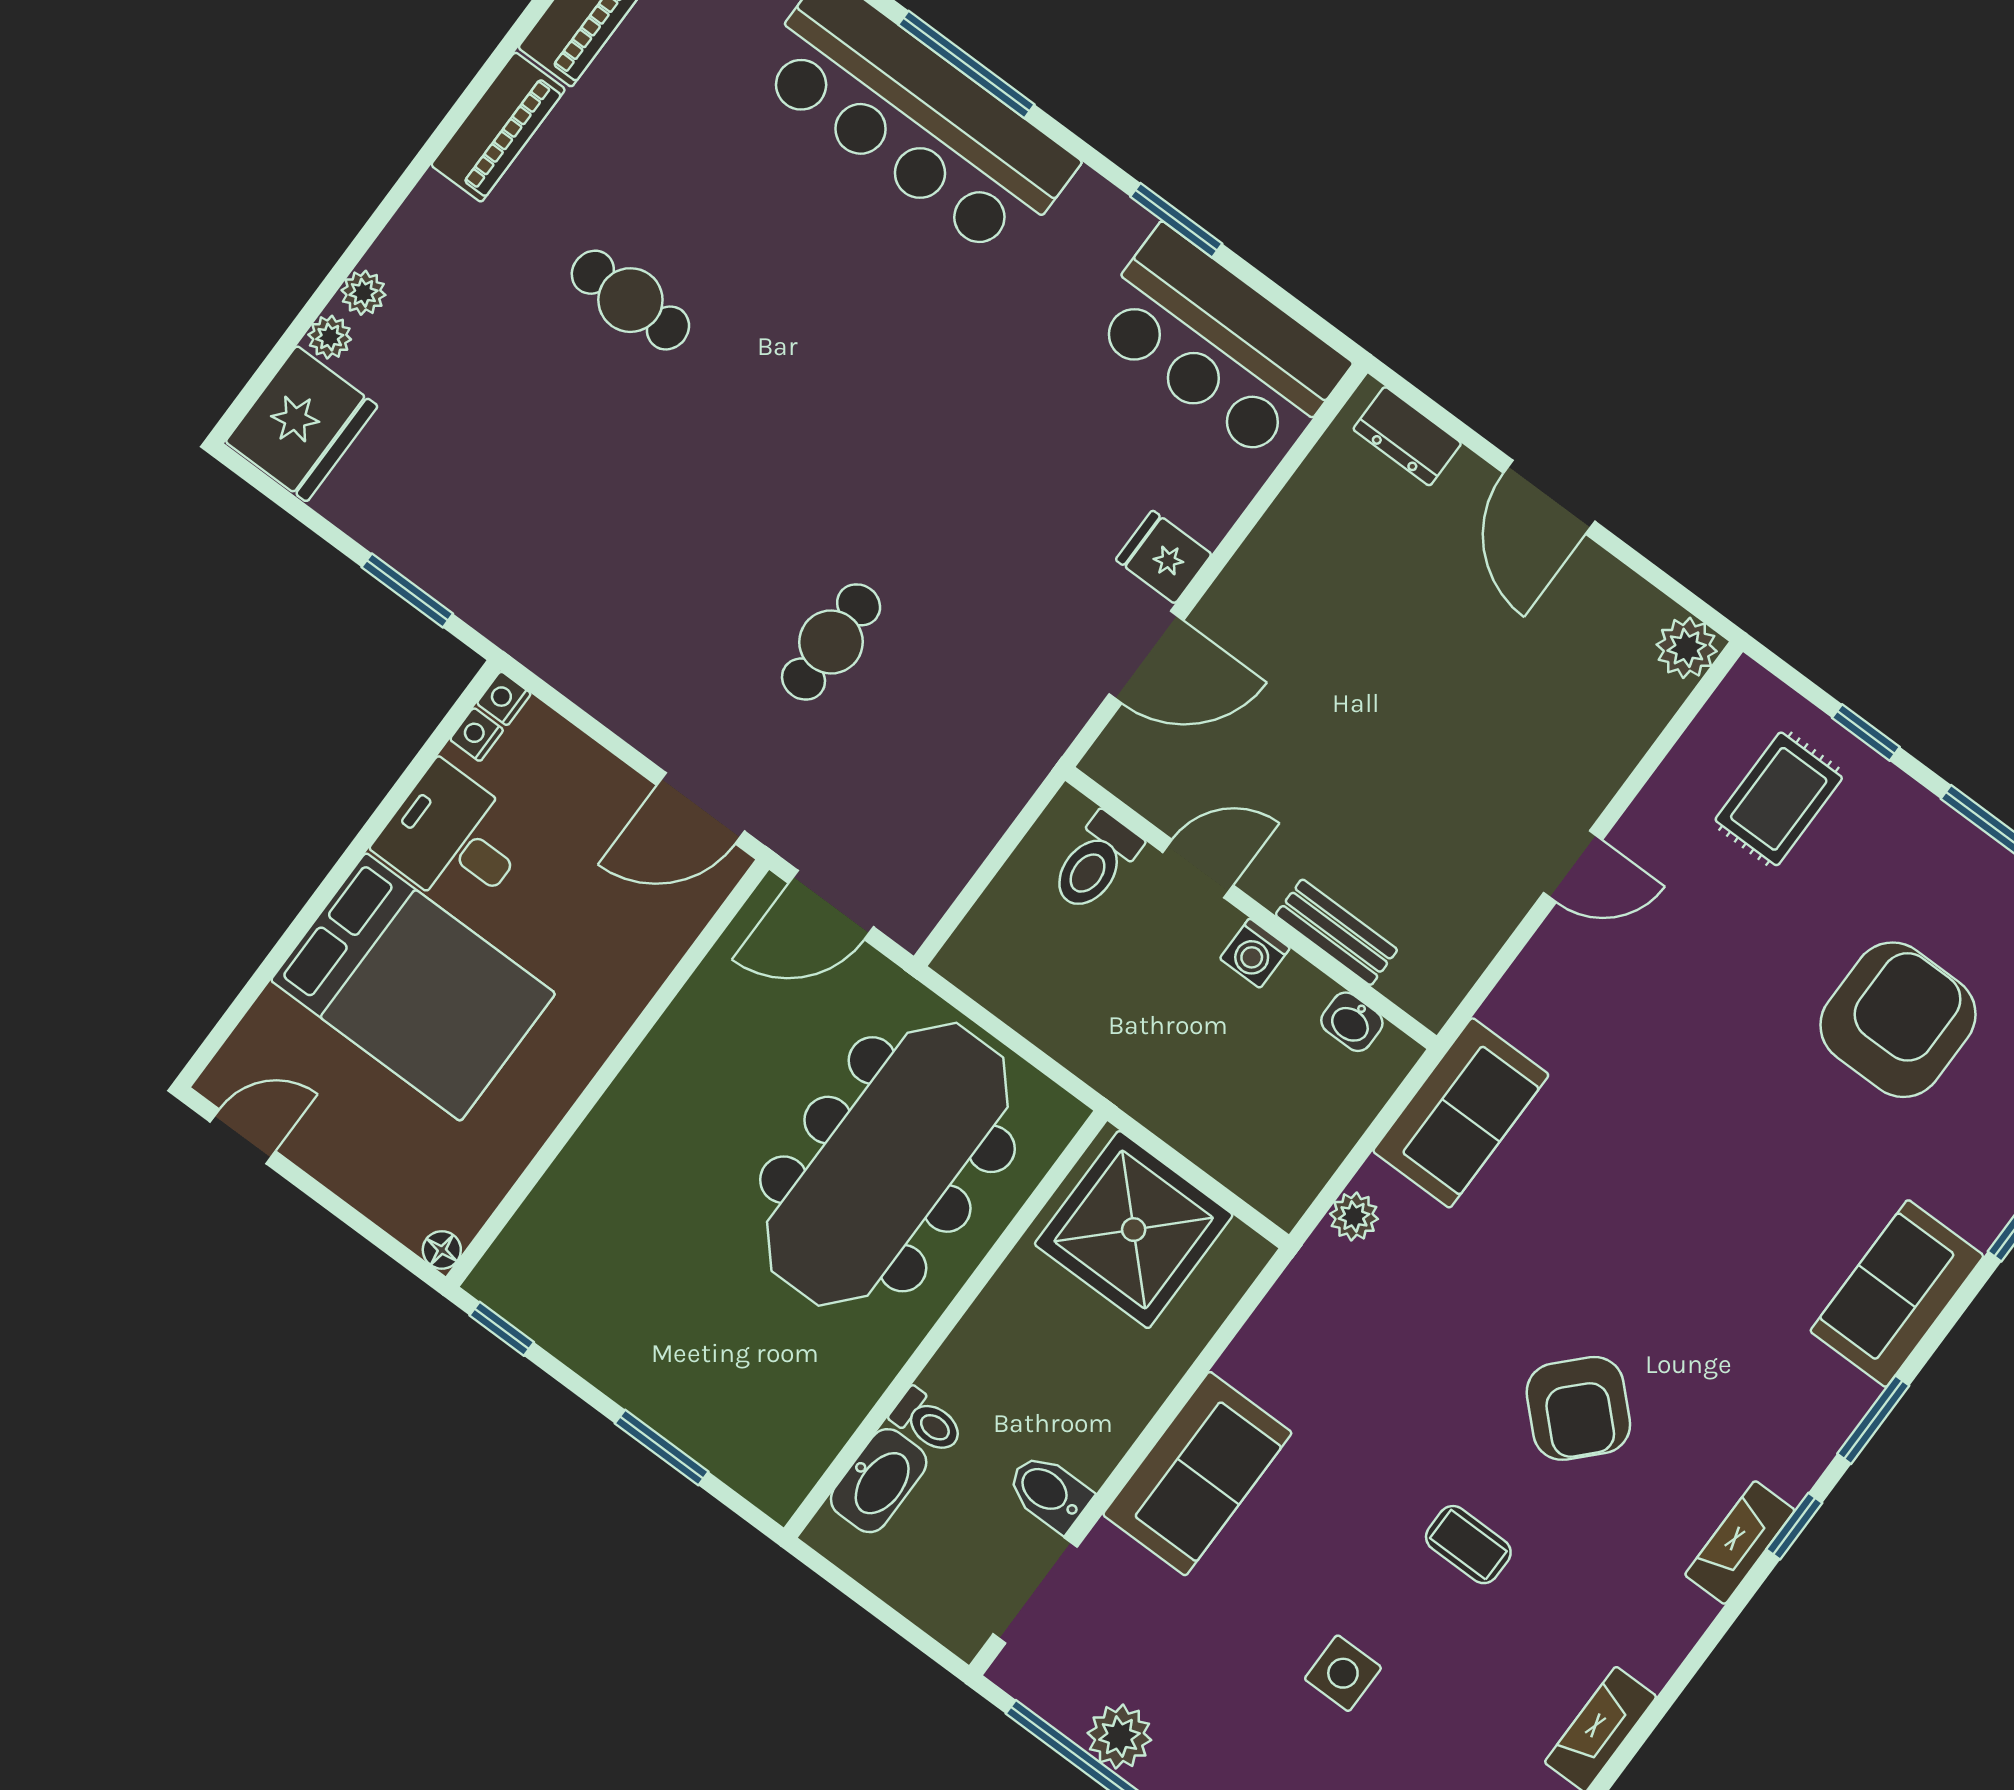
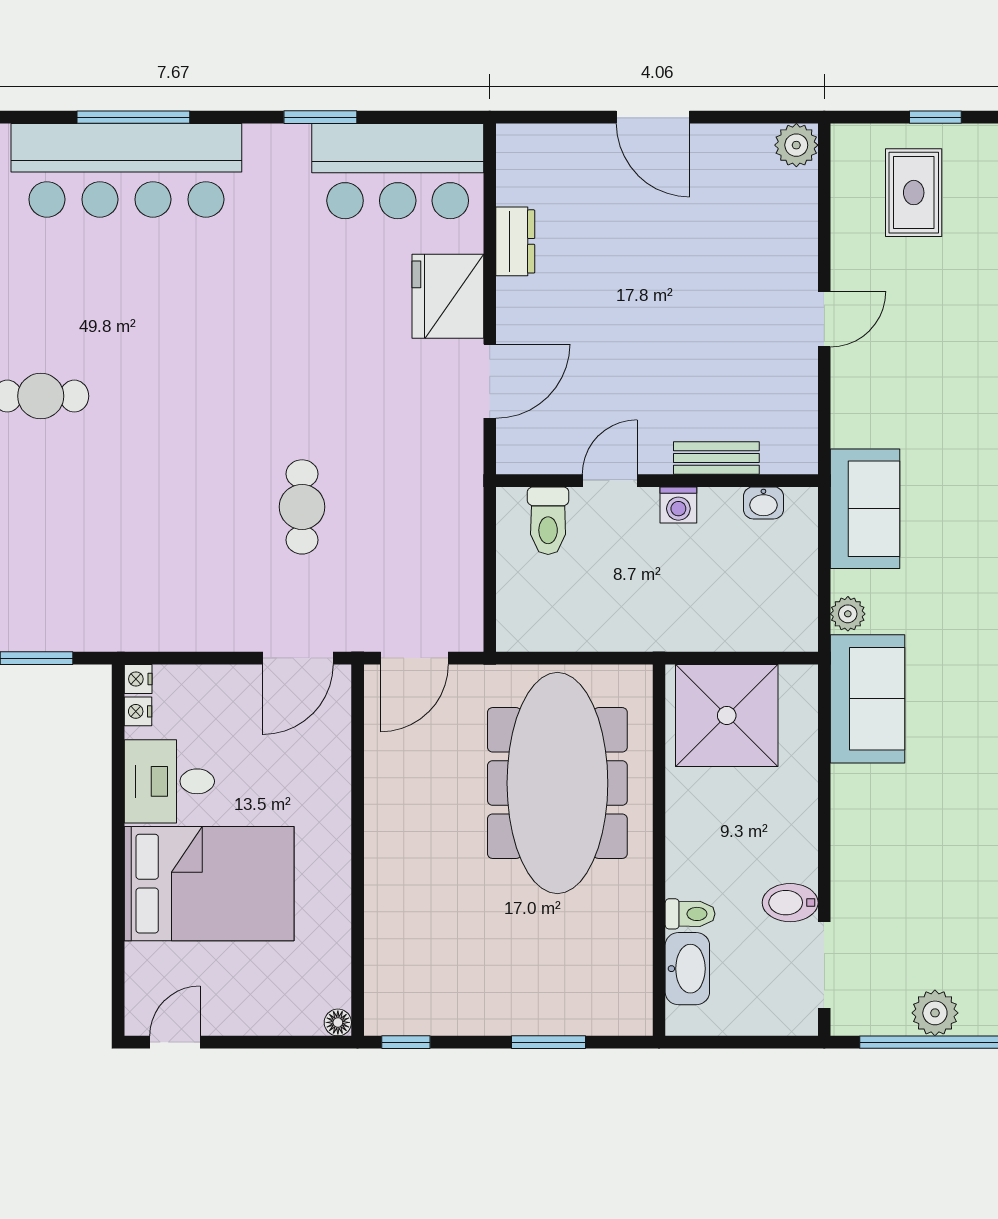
dresser: (1407, 436) -> (515, 241), moved, turned -90
fridge: (1164, 557) -> (448, 296), width x1.88, depth x1.34
sofa: (1197, 1474) -> (868, 699), moved

